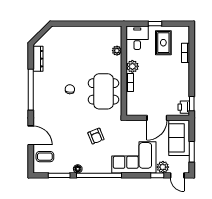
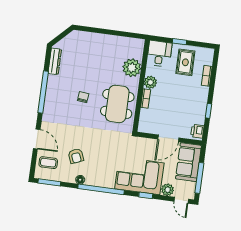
plant: (117, 51) -> (132, 68), width x1.88, depth x1.88
window: (192, 104) -> (208, 111), moved
armchair: (96, 136) -> (76, 156), moved
window: (192, 152) -> (199, 178), width x1.44
window: (59, 175) -> (49, 182), moved
window: (157, 175) -> (146, 195), moved

